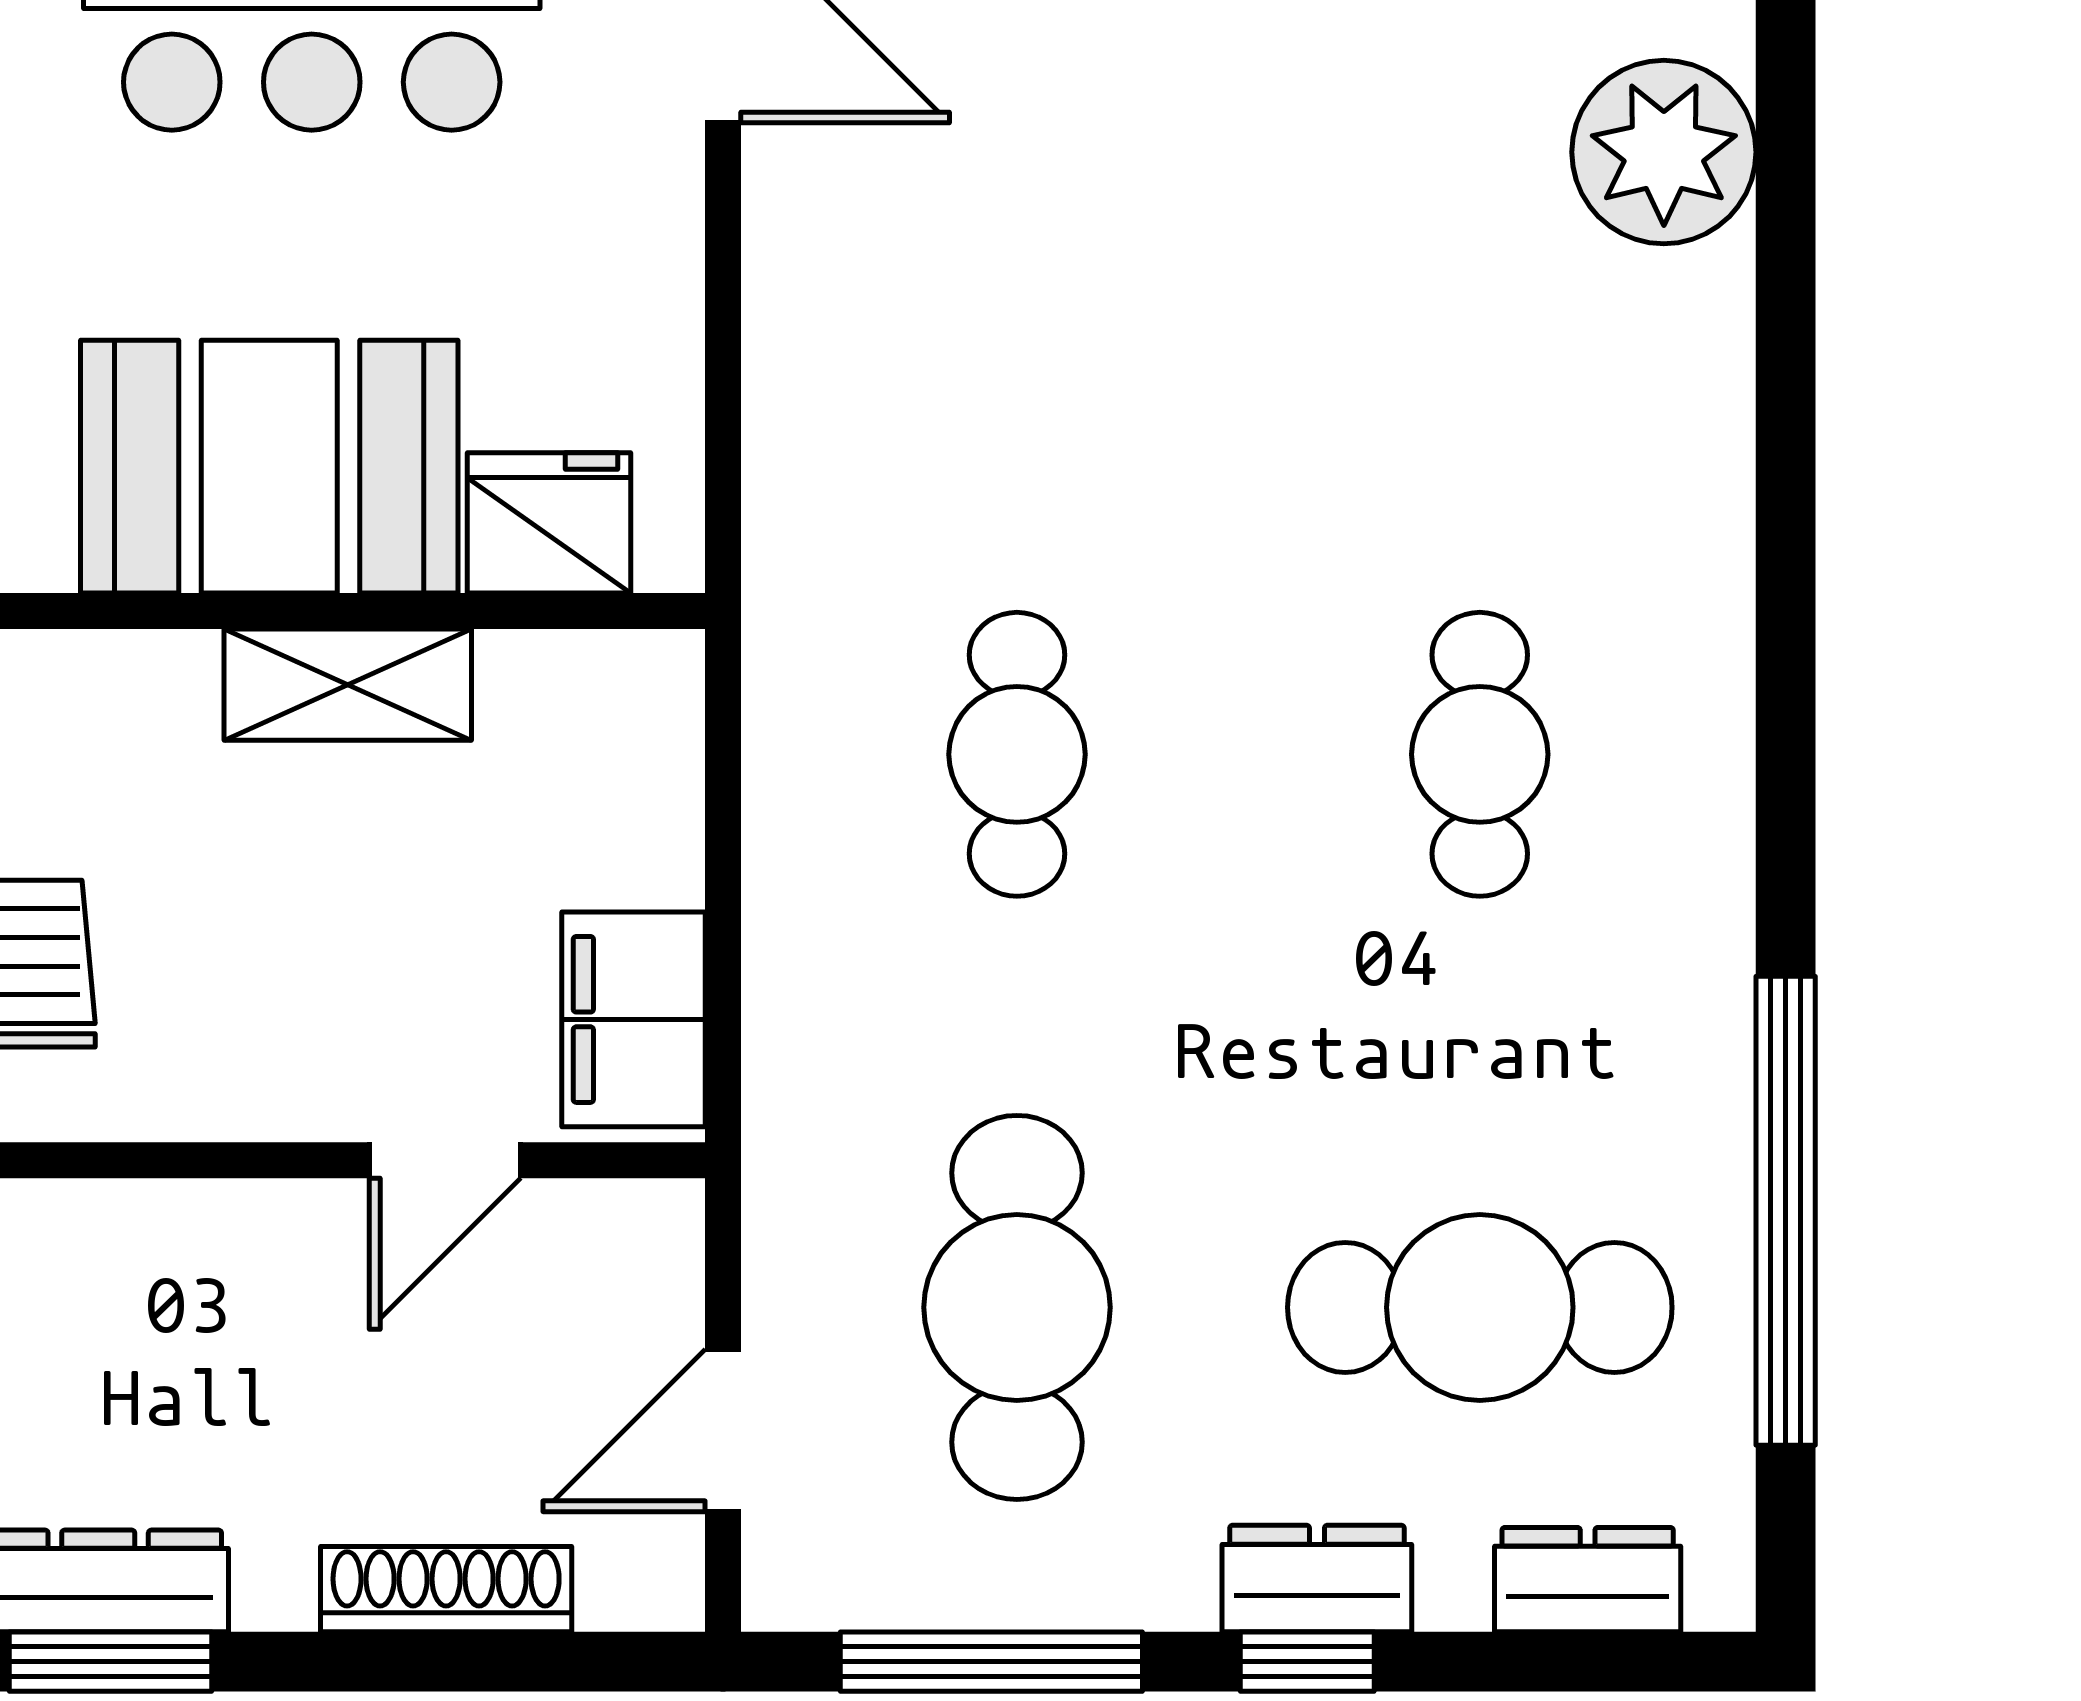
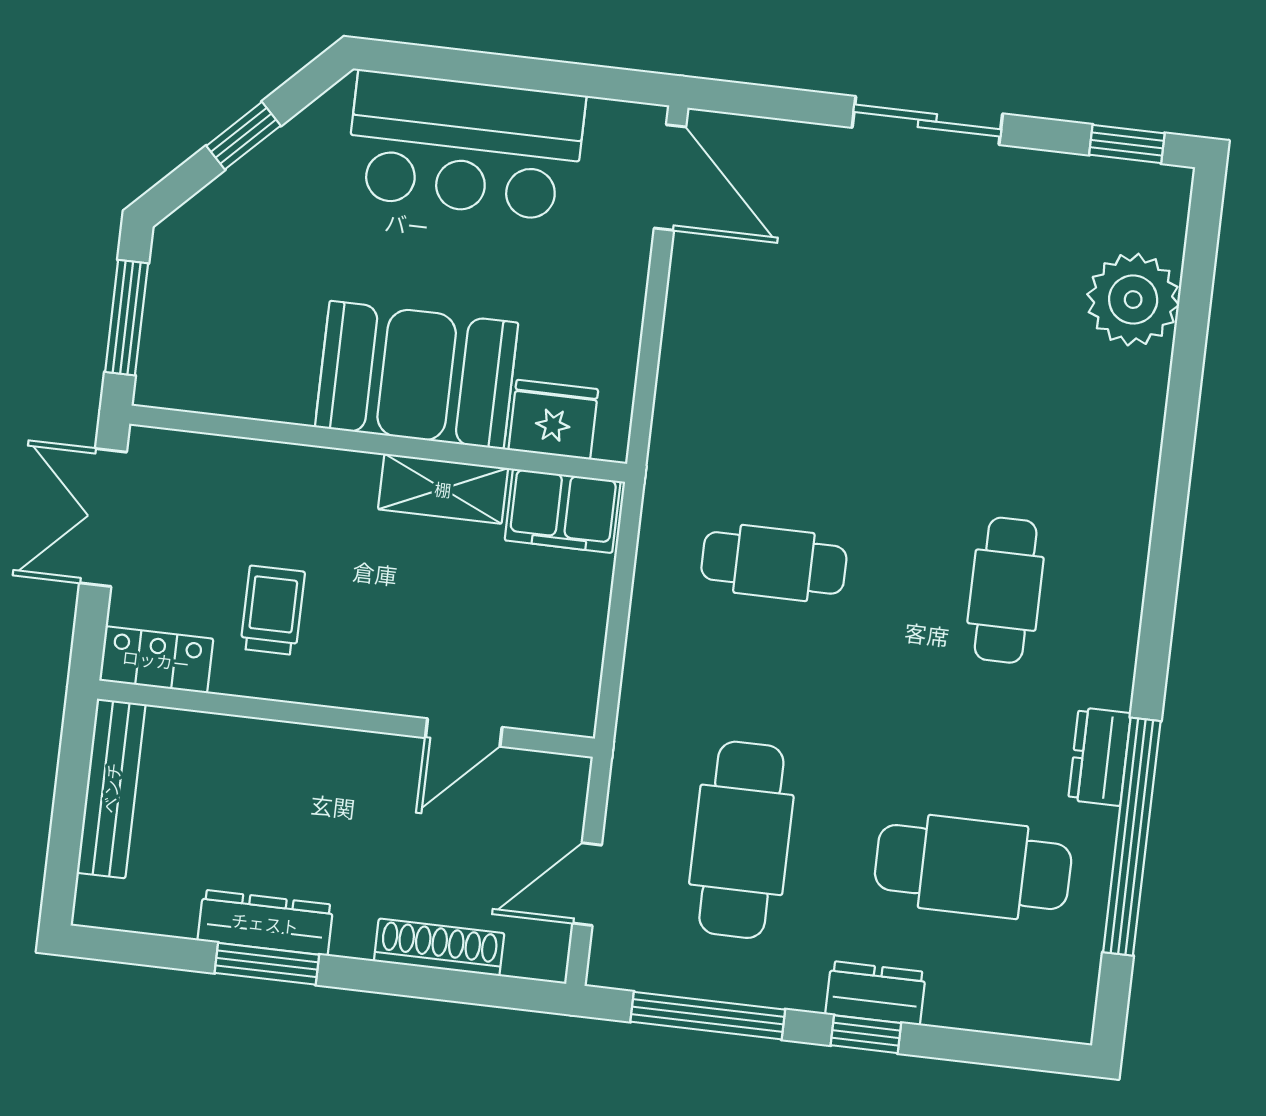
cafe table: (1017, 754) -> (774, 563), turned 90
filing cabinet: (634, 1019) -> (563, 511), moved, turned -90
dresser: (1588, 1580) -> (1100, 757), moved, turned -90

